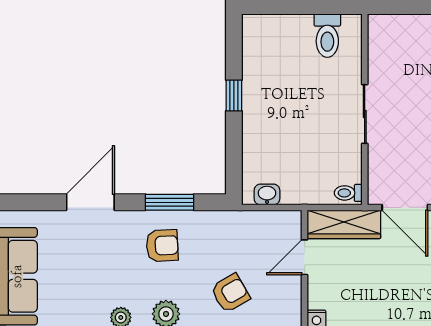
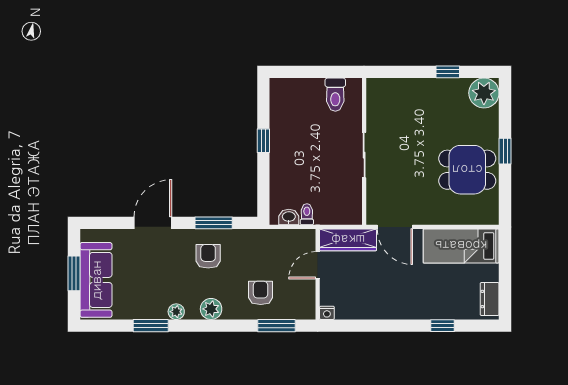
toilet: (348, 193) -> (307, 214), moved, turned 90
armchair: (162, 246) -> (208, 256), turned -87
armchair: (230, 293) -> (261, 293), turned -60

